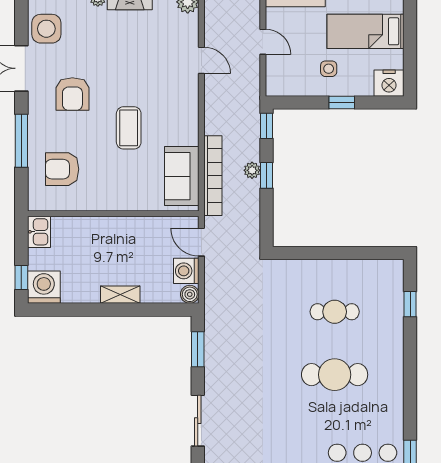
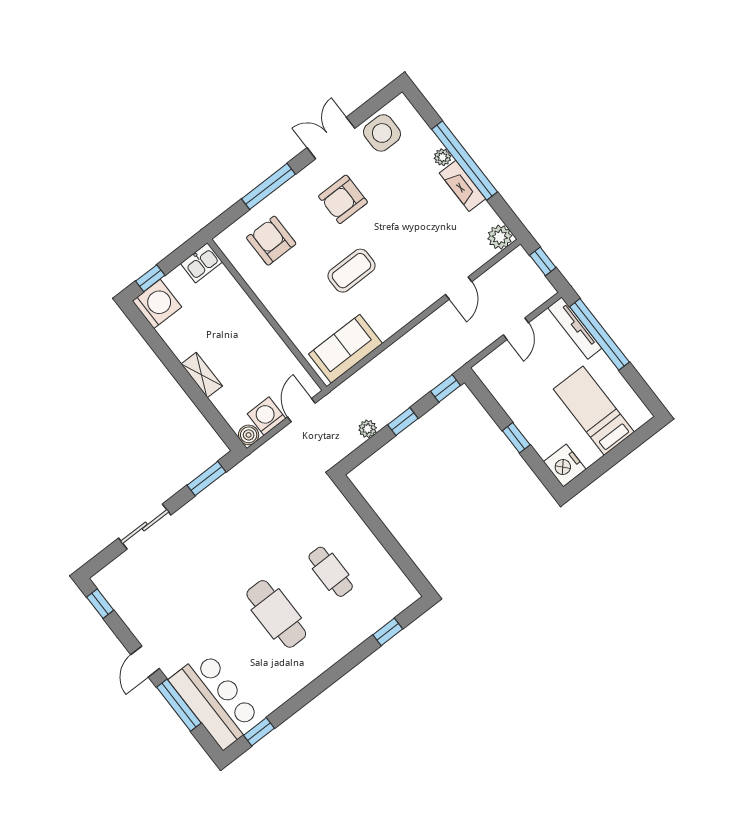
side table: (329, 69) -> (537, 404), removed
plant: (252, 170) -> (368, 429), moved
bookcase: (213, 176) -> (367, 375), removed

